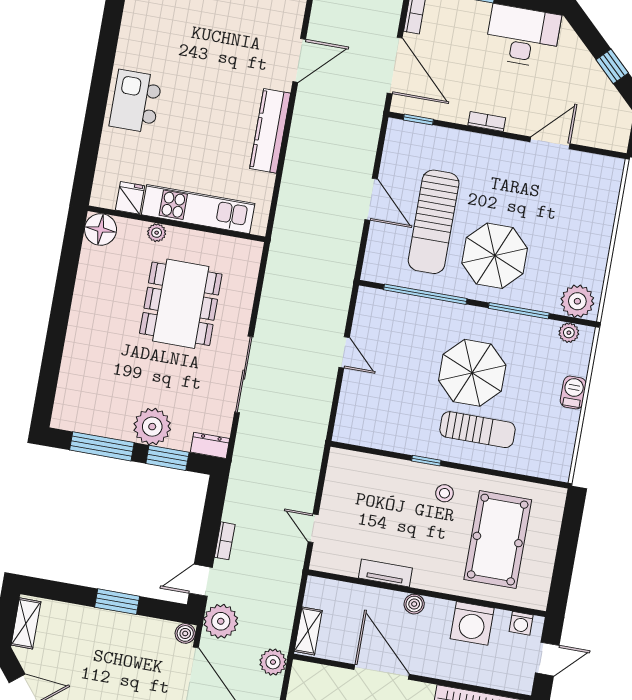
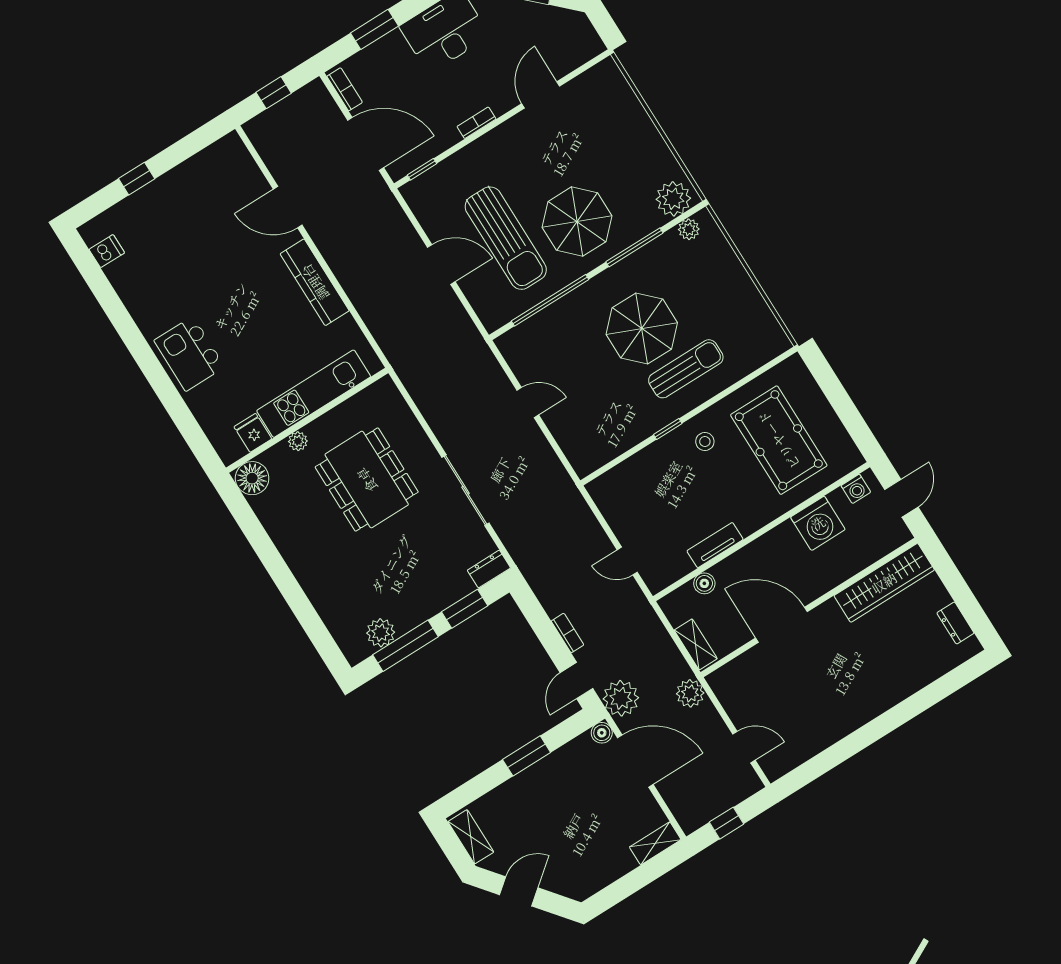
door: (299, 60) -> (288, 207), swing flipped
barbecue: (573, 392) -> (734, 273), removed
plant: (152, 427) -> (381, 633), moved, width x0.73, depth x0.73
boiler: (414, 604) -> (704, 583), moved

